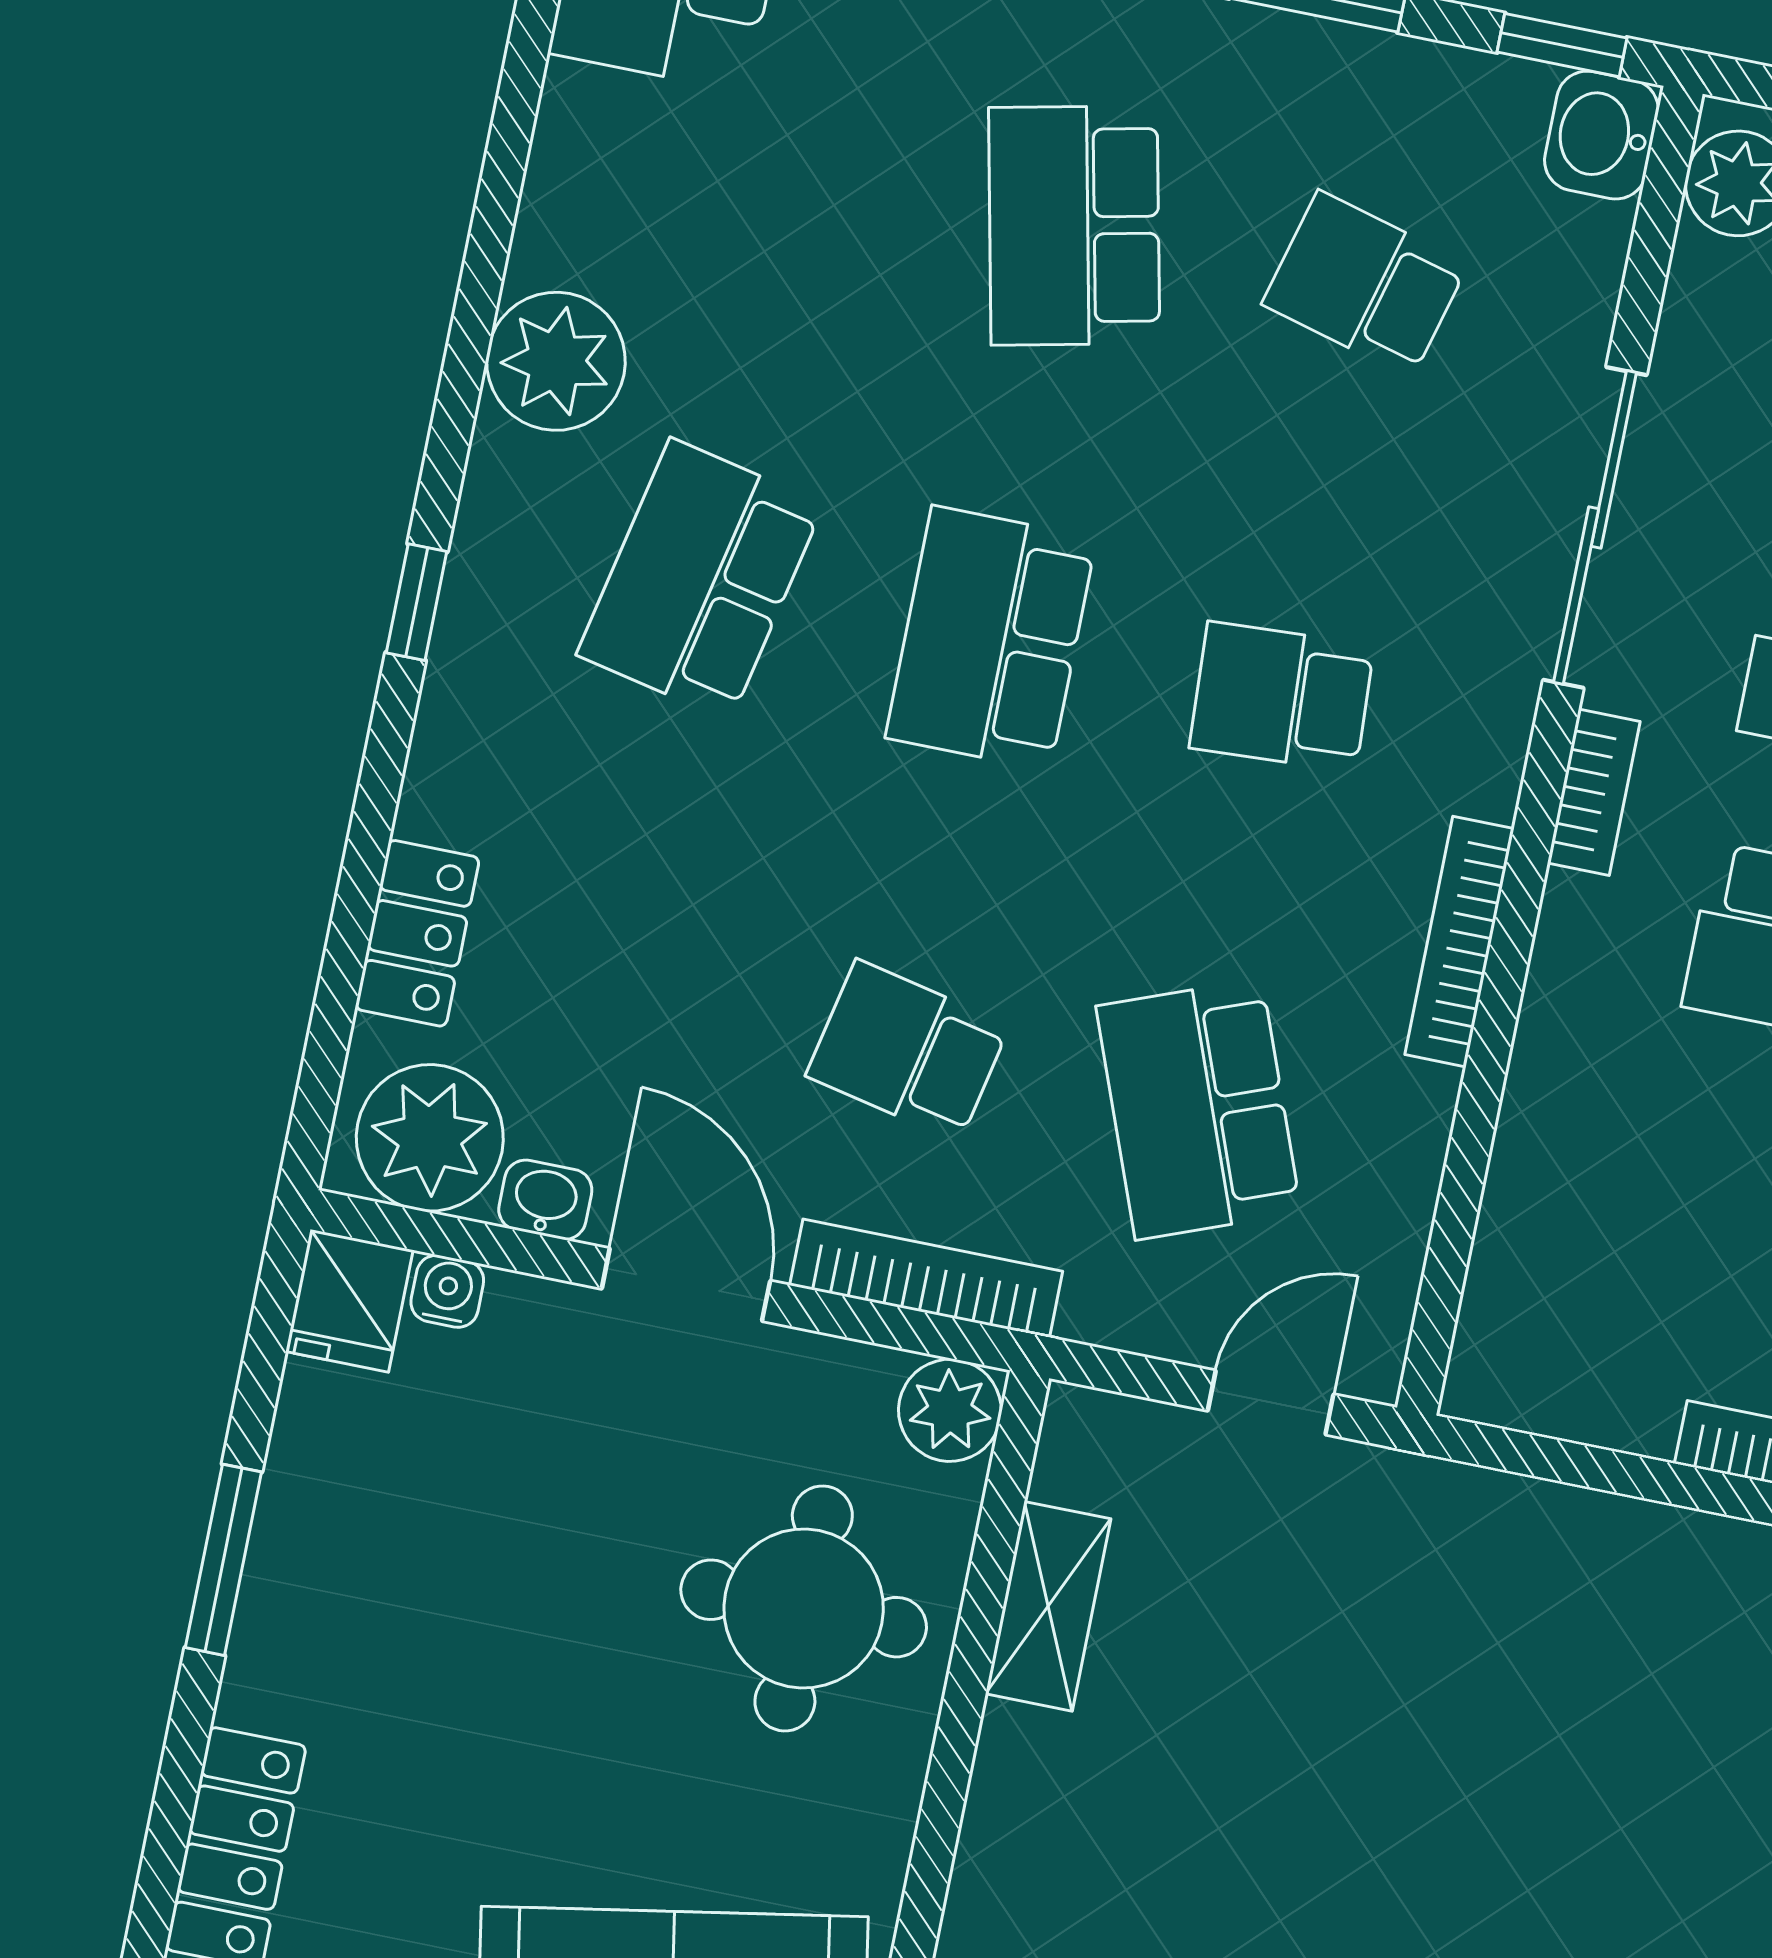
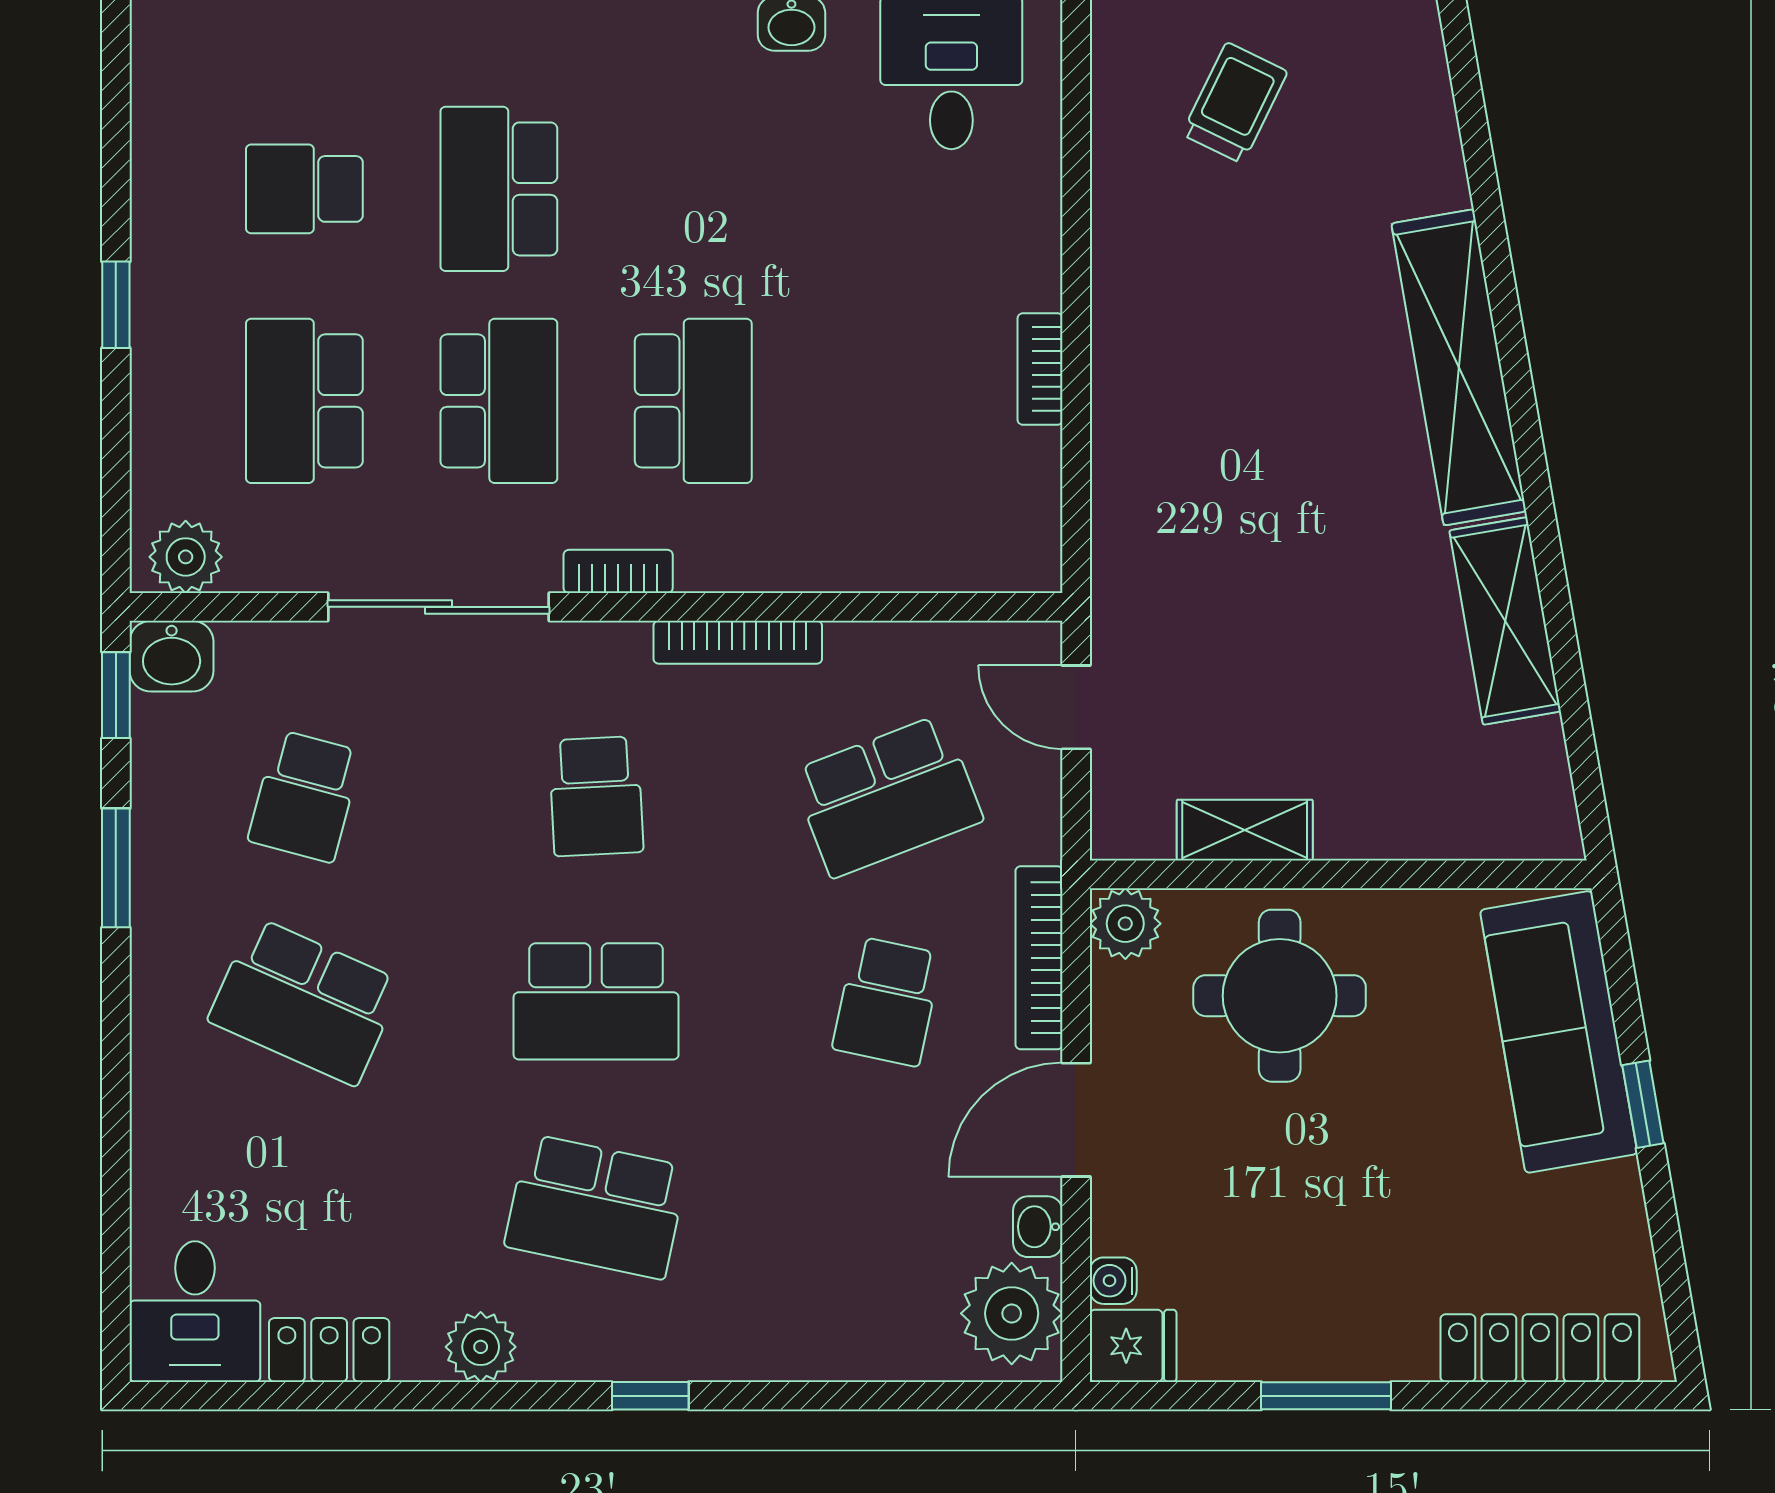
school desk: (1074, 226) -> (305, 1001), turned 36
plant: (556, 361) -> (481, 1347), width x0.73, depth x0.73
locker: (417, 933) -> (329, 1350), moved

